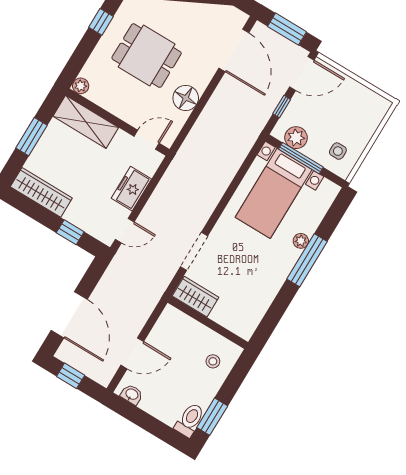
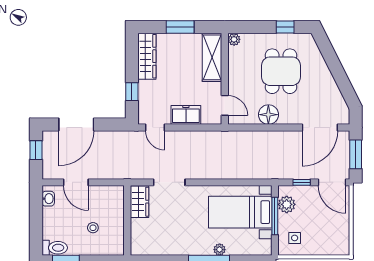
stool: (213, 361) -> (93, 228), moved

